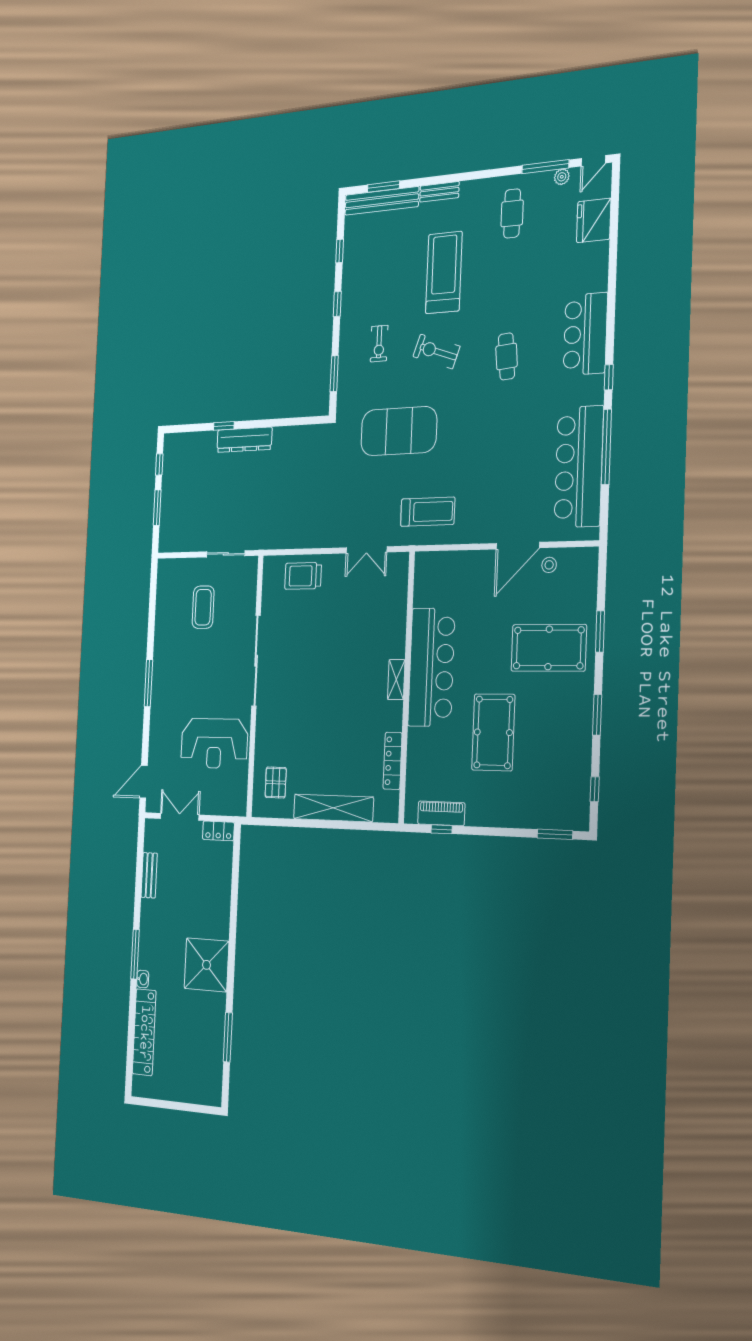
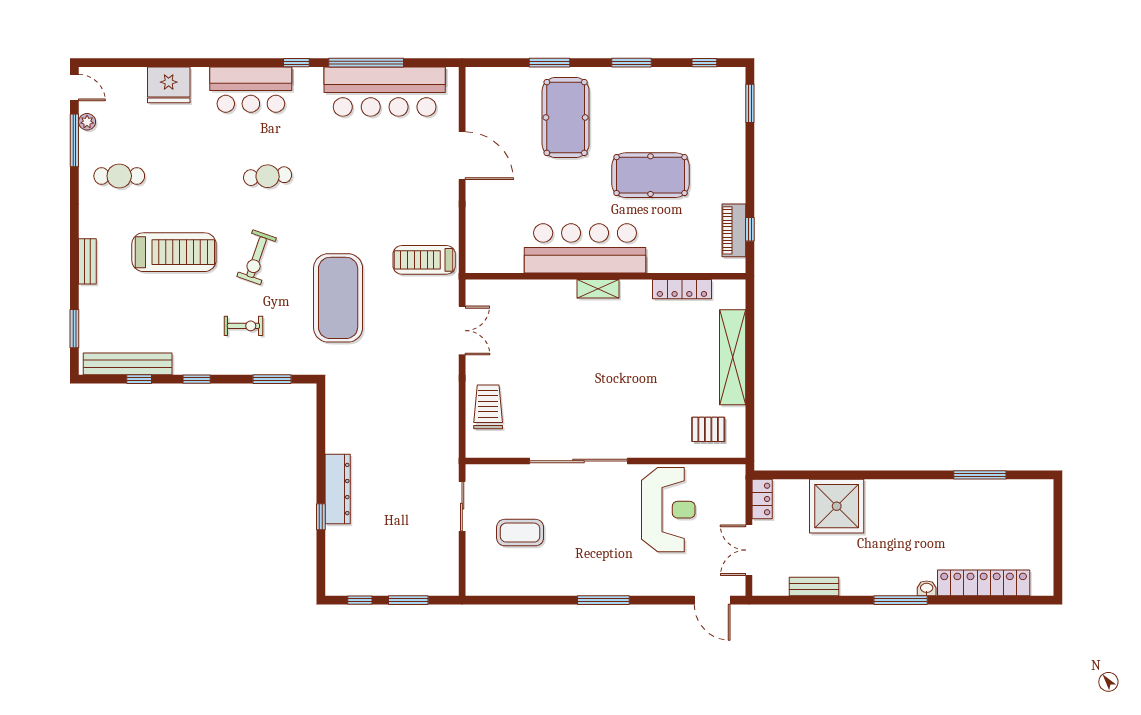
bench: (382, 201) -> (128, 364), moved, turned 90
fridge: (594, 220) -> (169, 85), moved
treadmill: (444, 273) -> (174, 252), turned 180
treadmill: (428, 512) -> (424, 260), turned -90
stool: (549, 565) -> (482, 120), removed
trolley: (303, 576) -> (488, 407), turned 180
shower: (206, 965) -> (837, 506), moved

